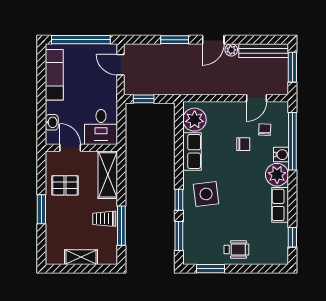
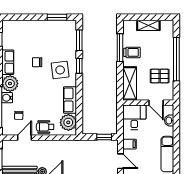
filing cabinet: (108, 89) -> (129, 144), added
chair: (243, 144) -> (37, 62), moved
window: (41, 209) -> (176, 59), width x2.11
wheelchair: (236, 249) -> (45, 127), moved

